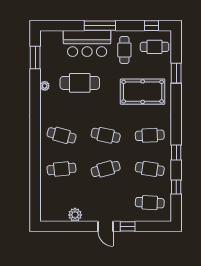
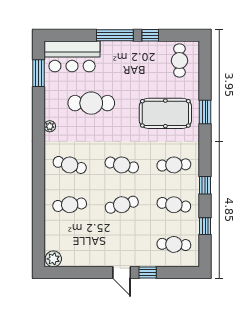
window: (151, 26) -> (150, 35), moved
bar counter: (87, 43) -> (72, 56), moved
cafe table: (154, 47) -> (179, 61), turned 90
cafe table: (124, 50) -> (144, 64), removed
window: (176, 73) -> (205, 112), moved
plant: (45, 86) -> (50, 126), moved
plant: (75, 215) -> (53, 259), moved

